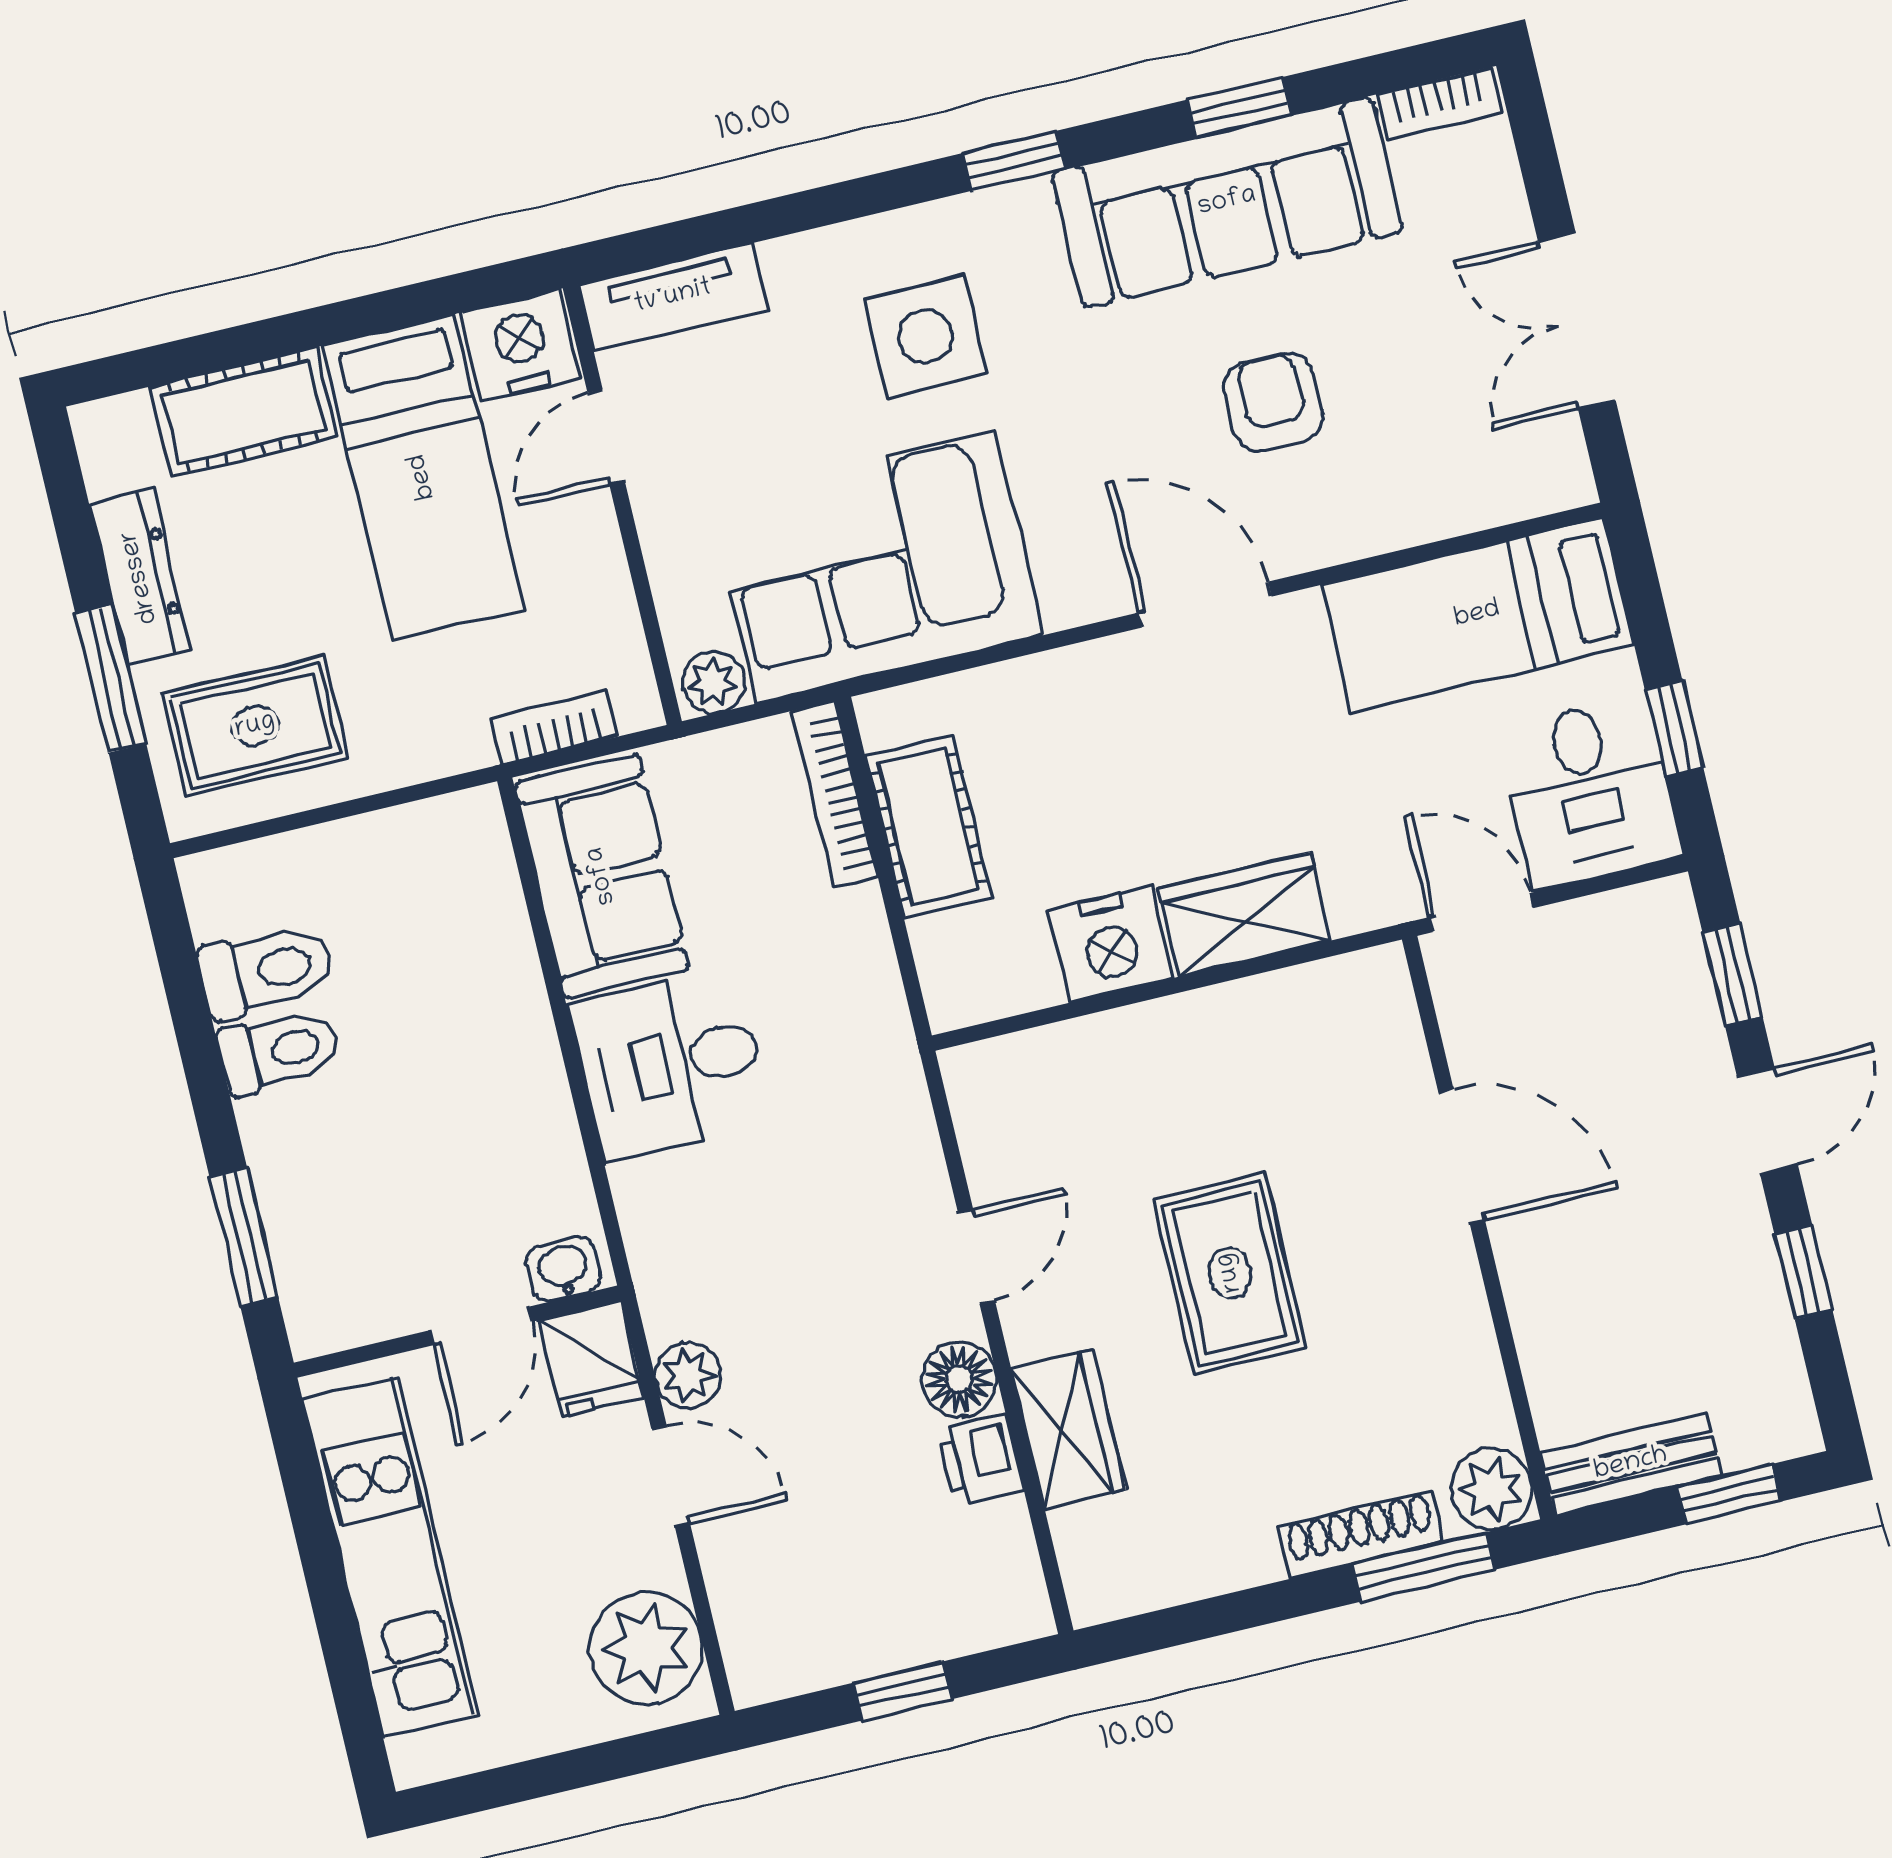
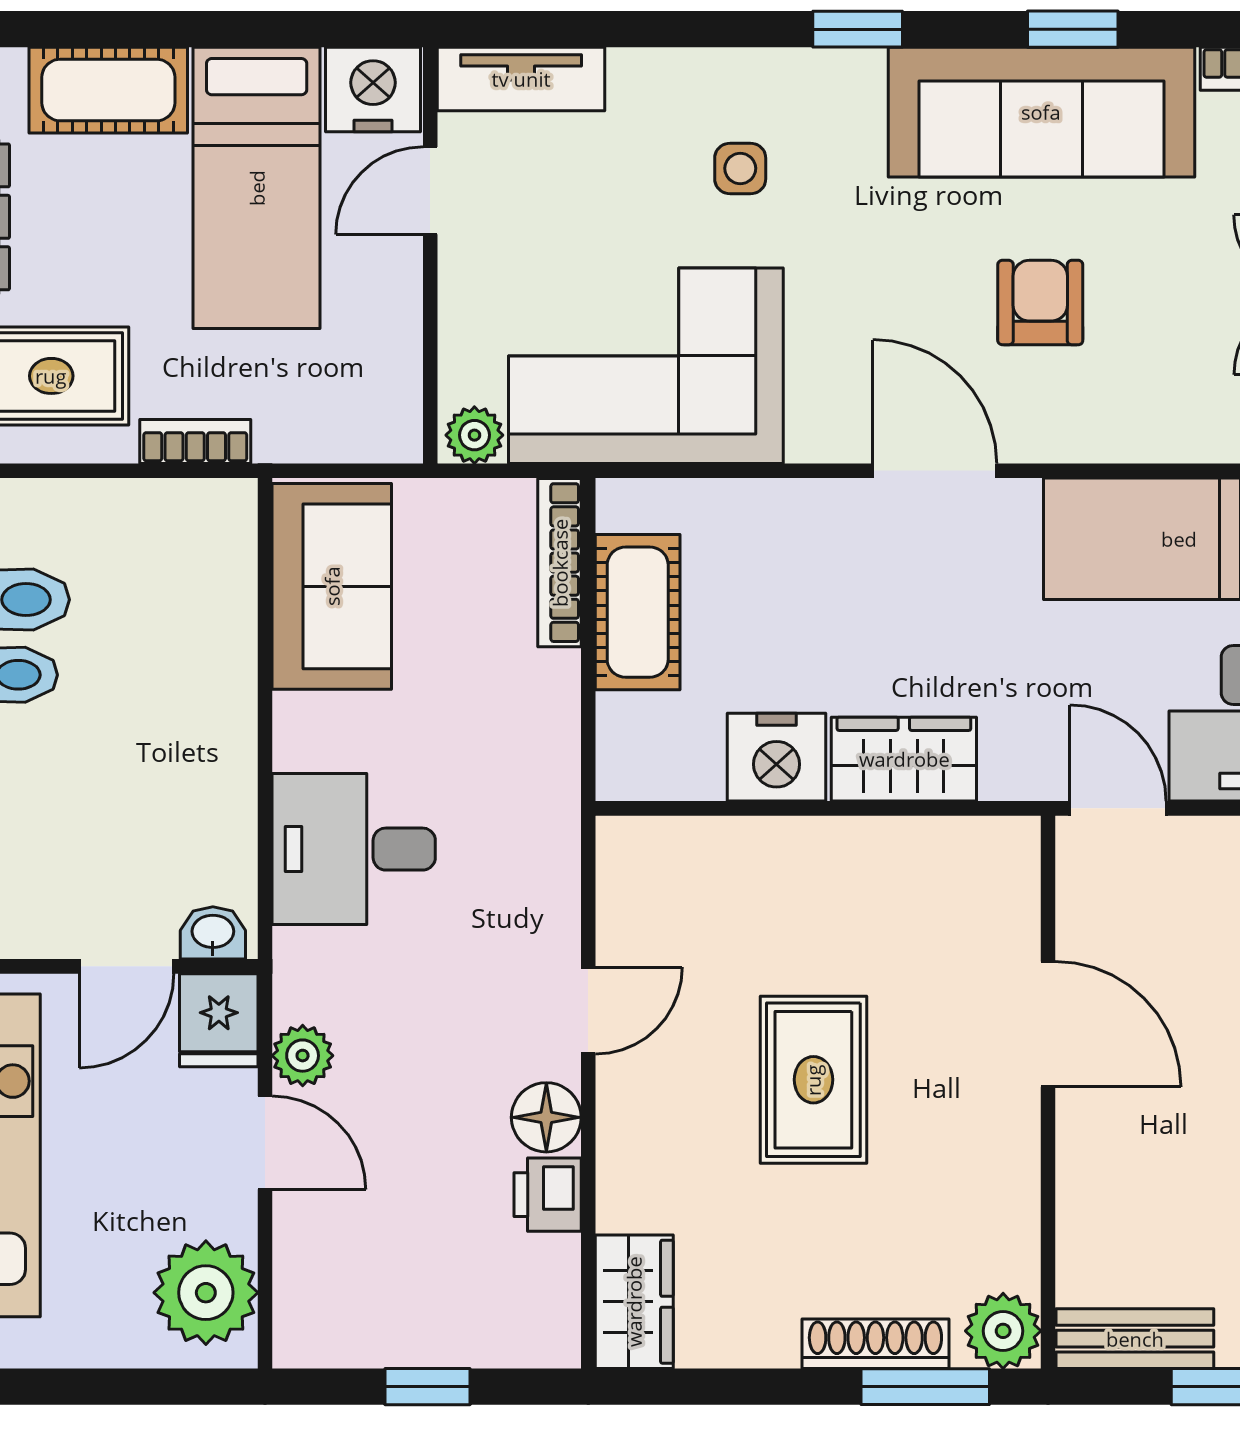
side table: (925, 336) -> (740, 168), width x0.54, depth x0.54
bookcase: (554, 727) -> (195, 441), moved
desk: (671, 1064) -> (354, 849), moved
wardrobe: (1068, 1429) -> (634, 1302), moved

